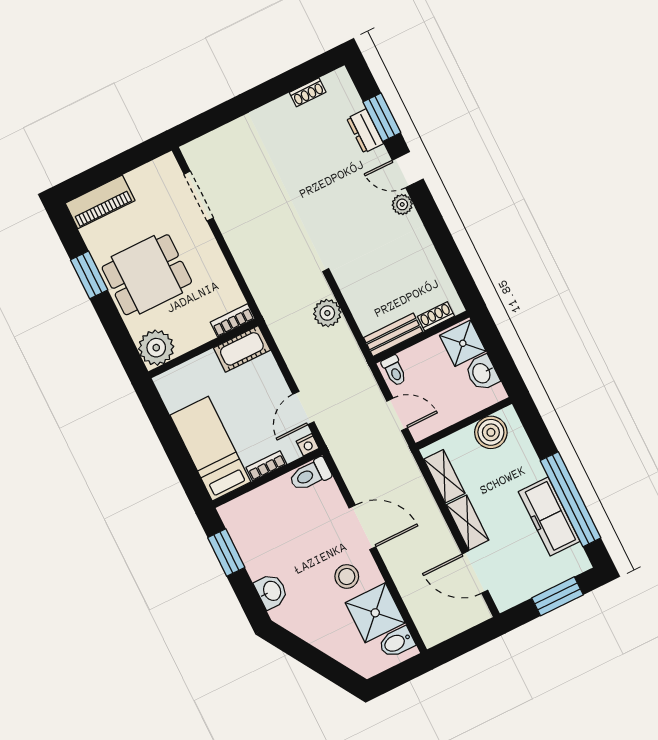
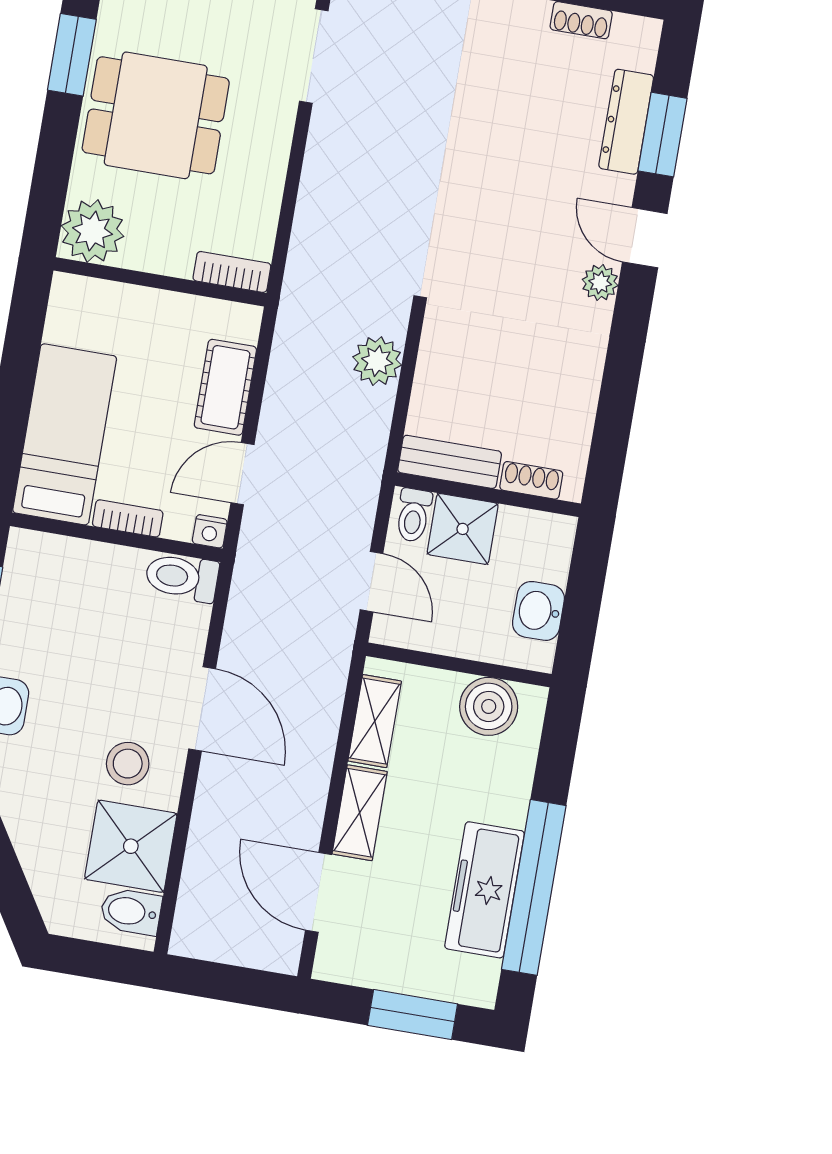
dresser: (365, 131) -> (626, 122), width x1.44
shower: (463, 343) -> (463, 529), moved
cot: (242, 349) -> (225, 387), moved, turned 90

